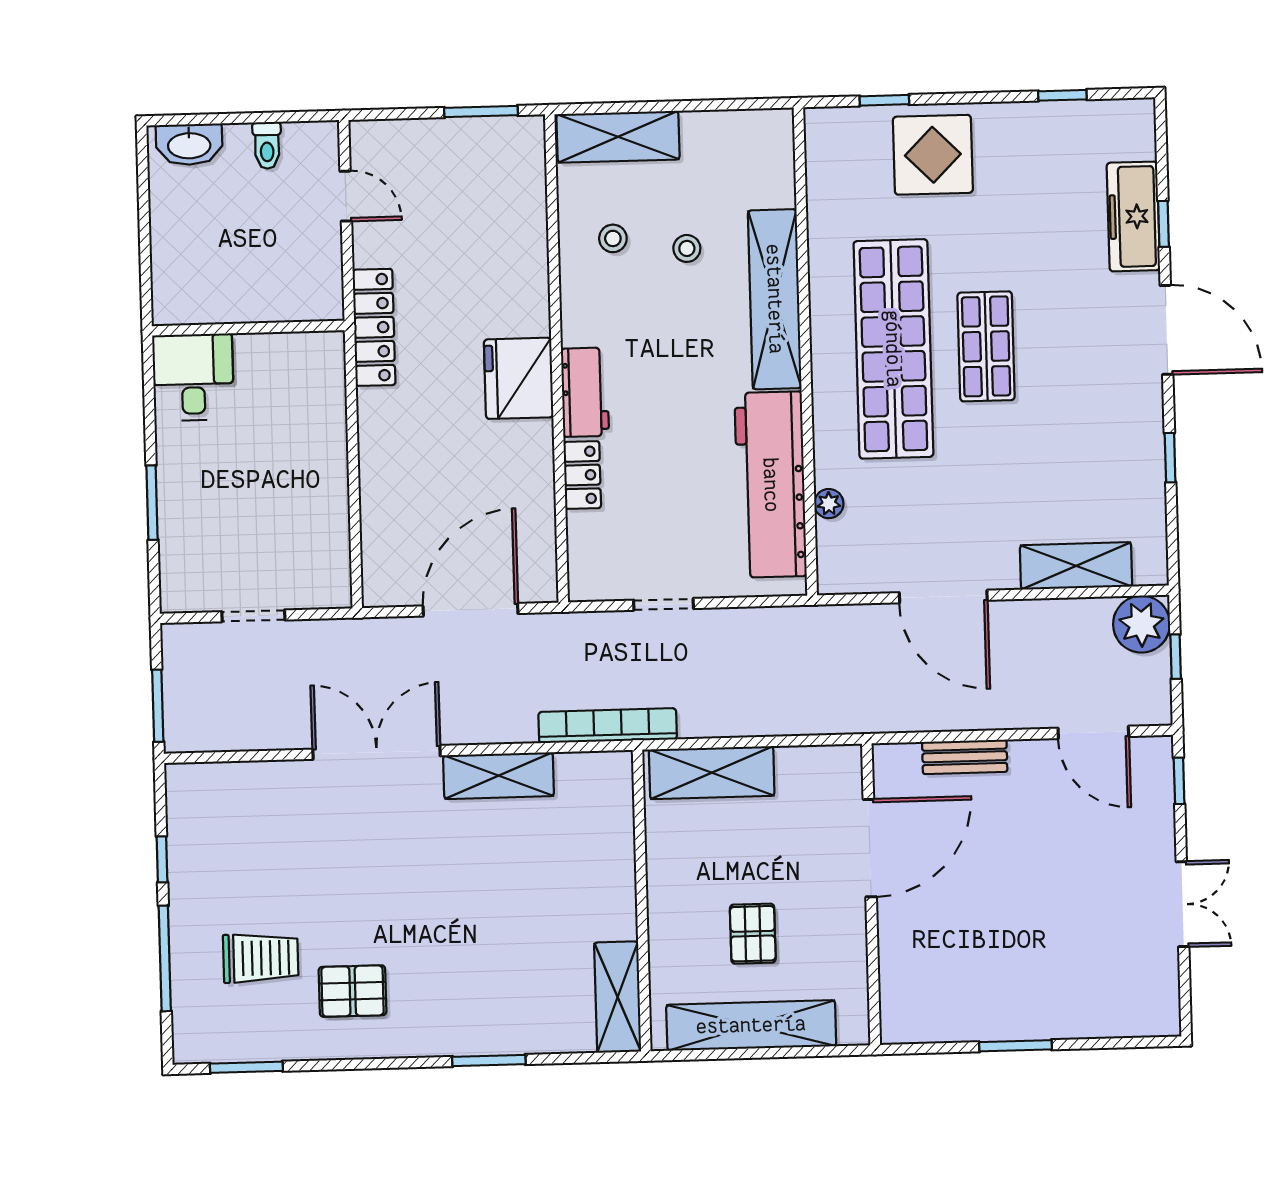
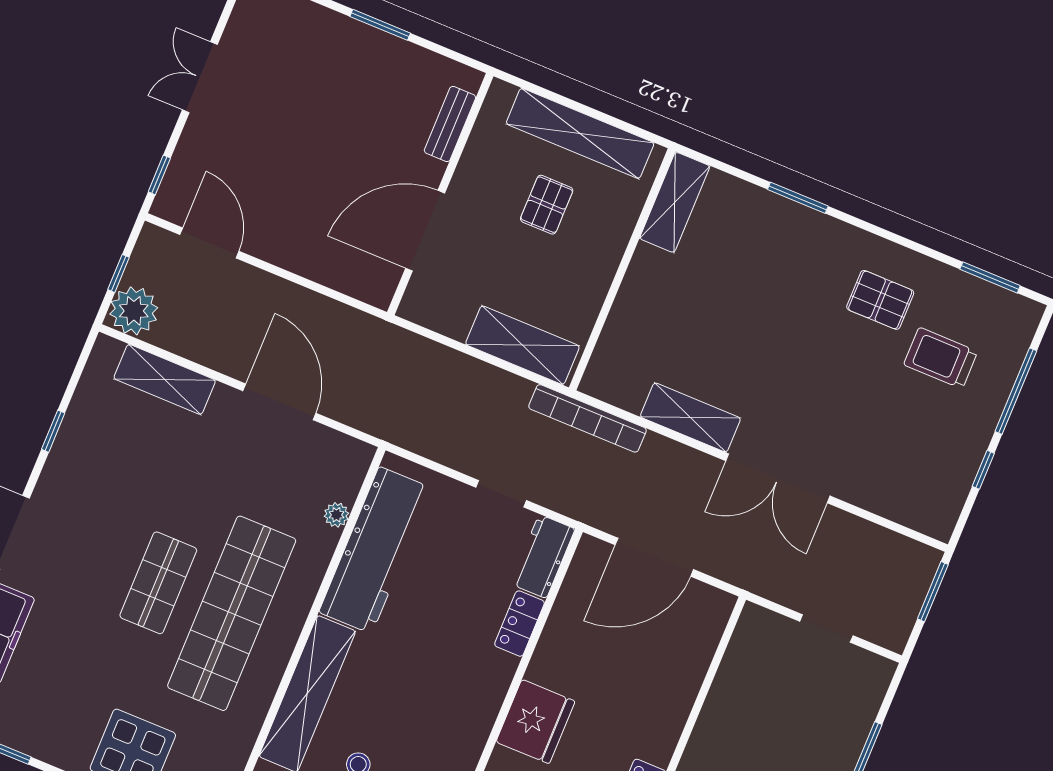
workbench: (585, 392) -> (543, 556), moved
bench: (965, 757) -> (450, 124), moved, turned 90

